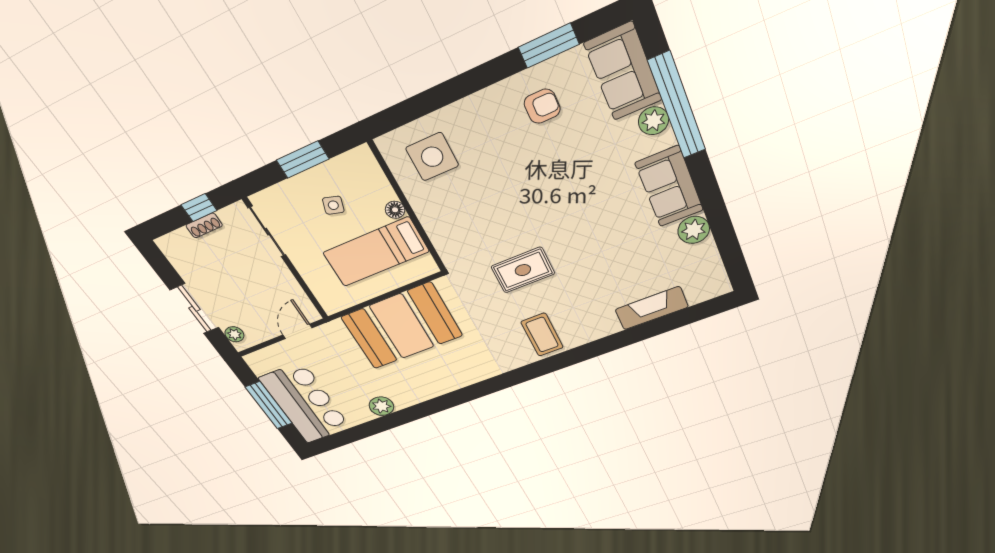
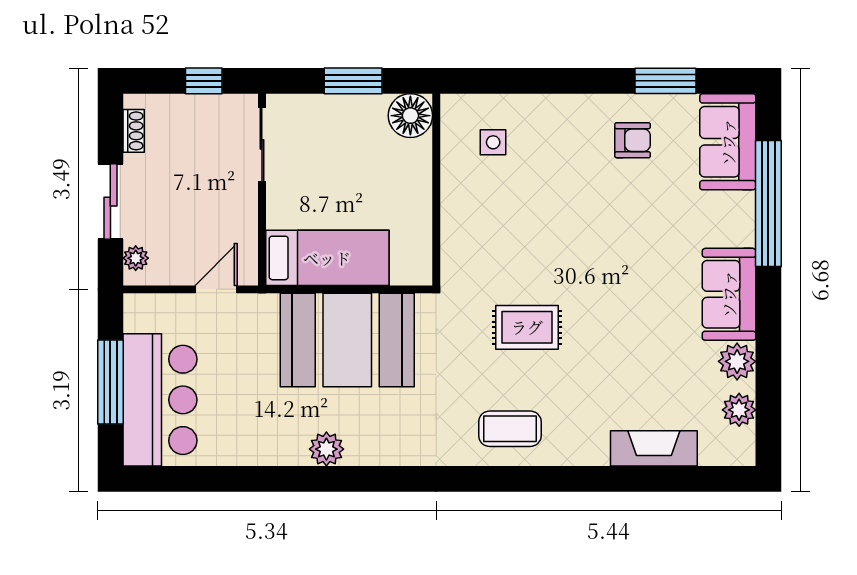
plant: (654, 121) -> (739, 410), moved
side table: (432, 157) -> (493, 142), width x0.54, depth x0.54
side table: (333, 205) -> (356, 148), removed
floor lamp: (395, 210) -> (410, 116), moved, width x1.89, depth x1.89
shoe rack: (204, 225) -> (134, 131), moved, turned -90
bed: (376, 252) -> (327, 258), moved, turned 180
coffee table: (542, 335) -> (510, 429), turned 90
plant: (381, 406) -> (326, 449), moved

